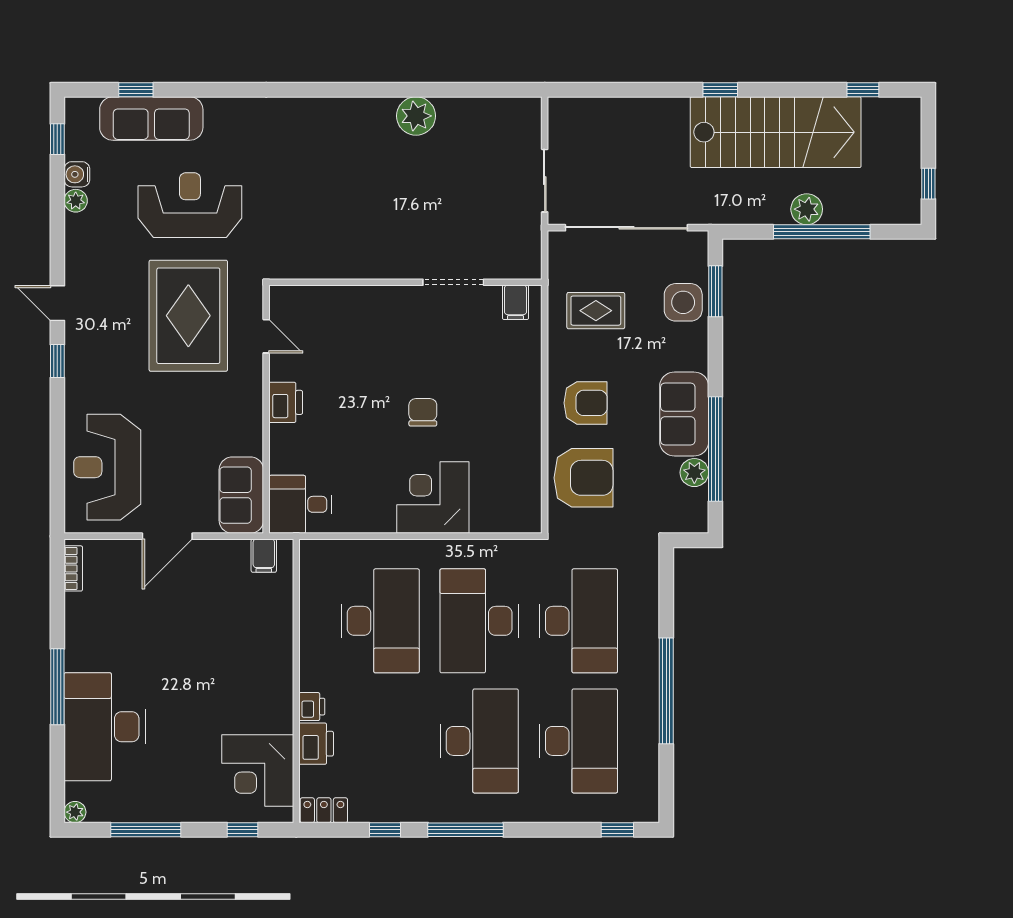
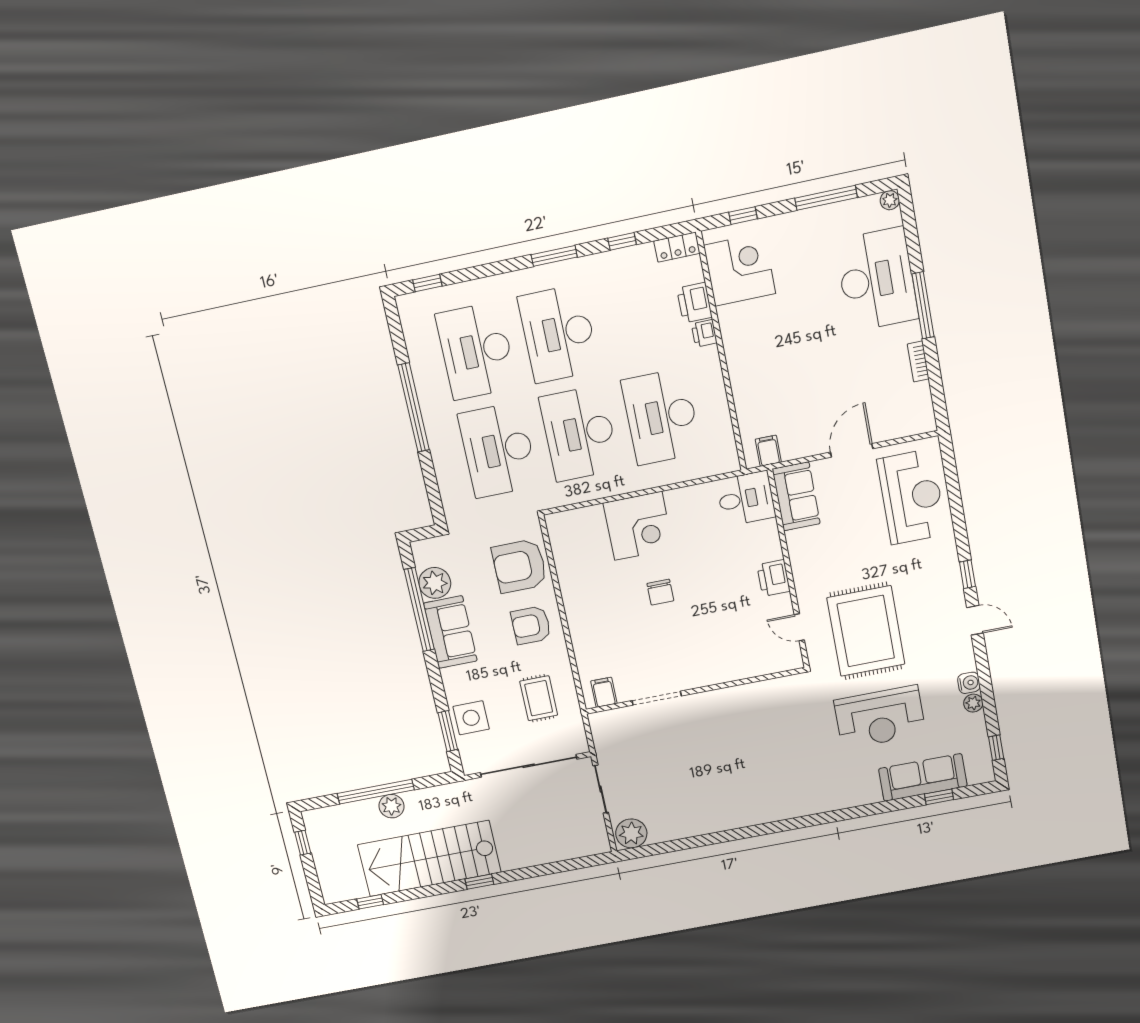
plant: (416, 116) -> (631, 833), moved
water cooler: (77, 174) -> (969, 683), moved
rug: (596, 311) -> (539, 698), turned 90
plant: (694, 473) -> (435, 583), width x1.36, depth x1.36
bookcase: (73, 568) -> (918, 361), moved
desk: (479, 621) -> (579, 433), turned 180
window: (466, 830) -> (554, 256), width x0.69

